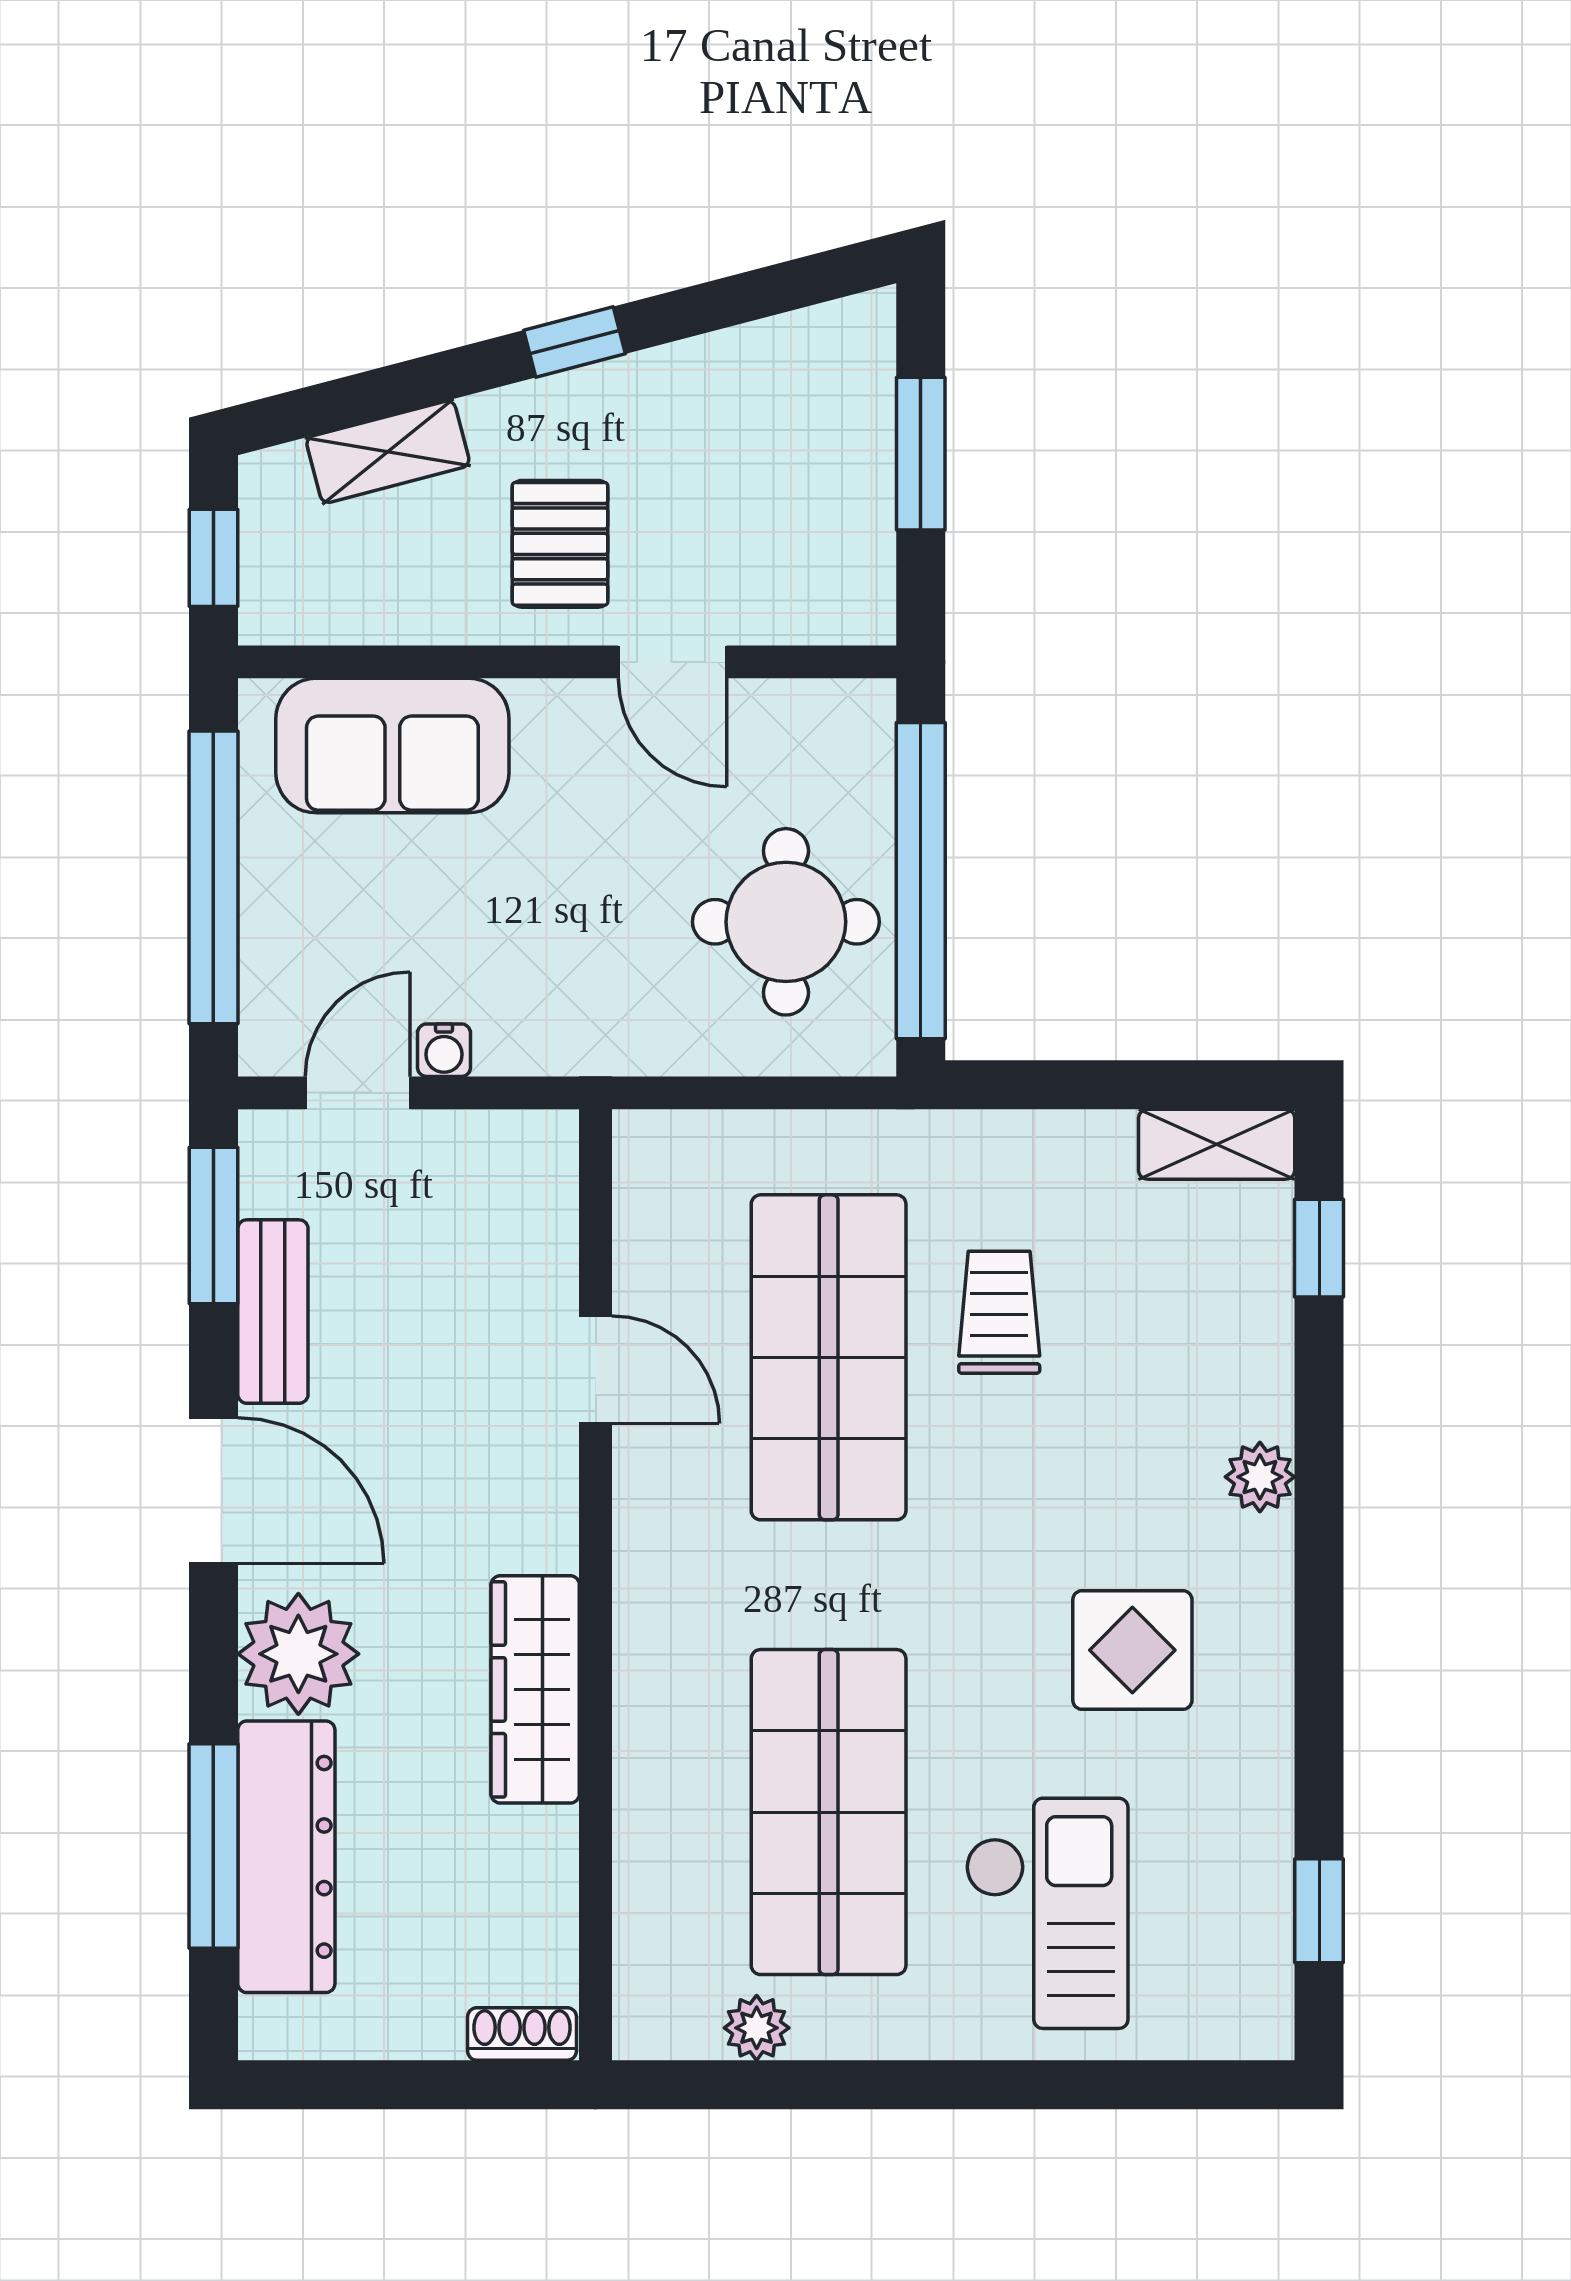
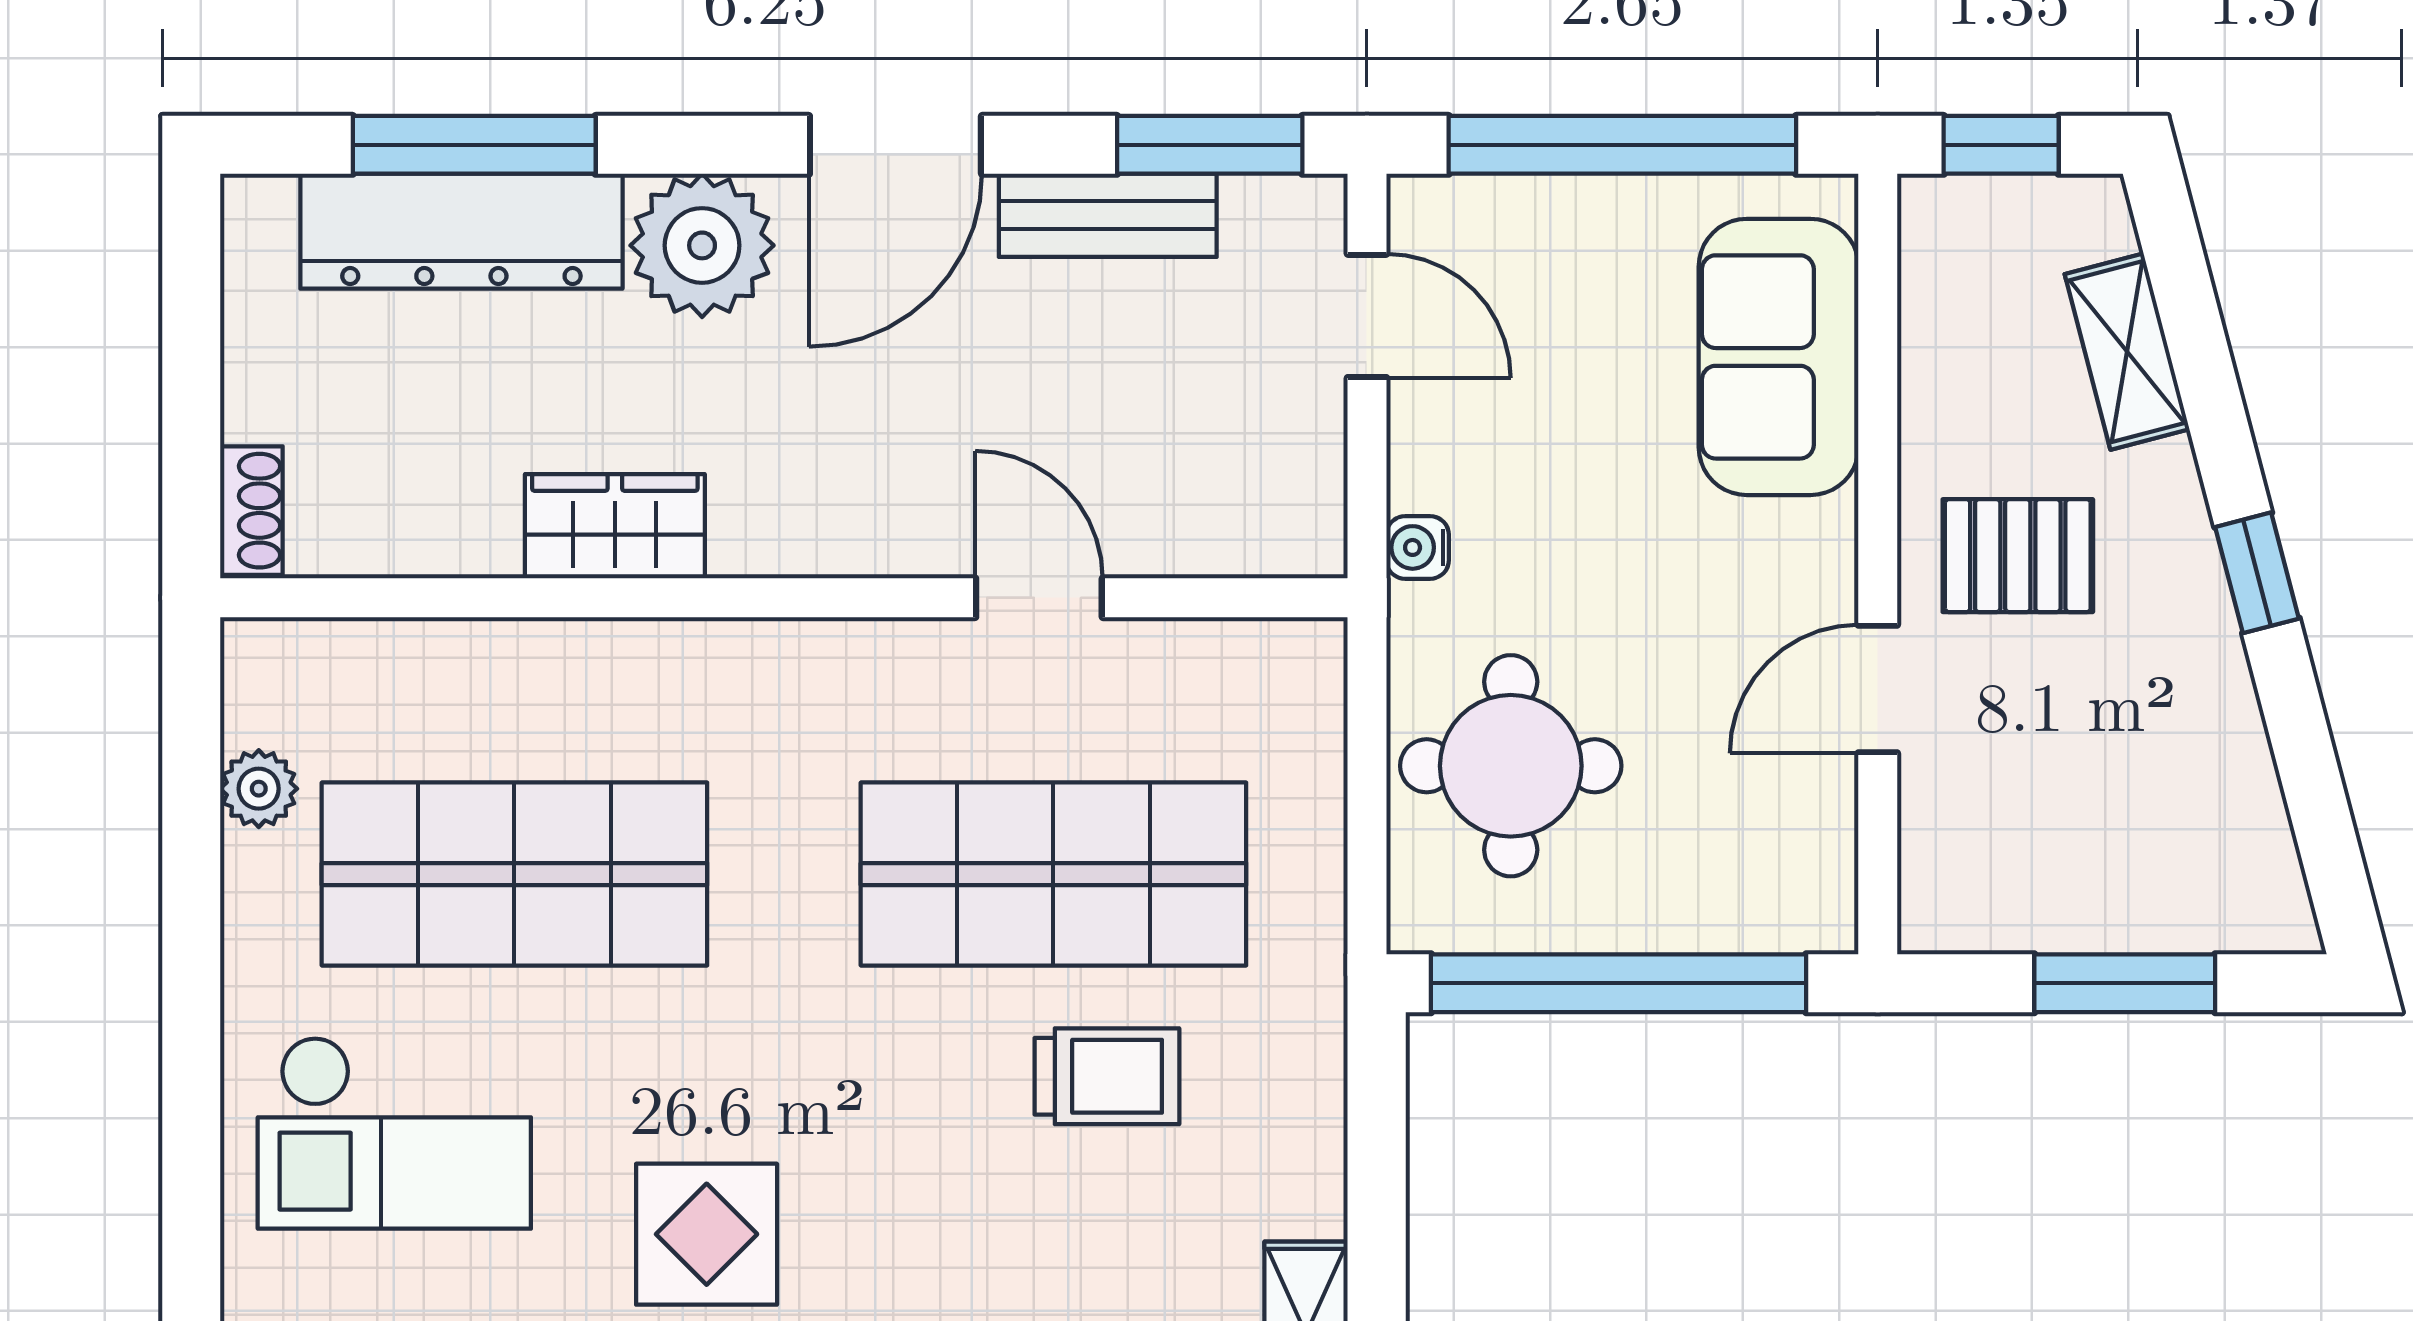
round table: (786, 922) -> (1511, 766), moved
water cooler: (444, 1050) -> (1418, 547), moved
door: (596, 1370) -> (1039, 598), swing flipped
wardrobe: (535, 1689) -> (615, 526), width x0.67

